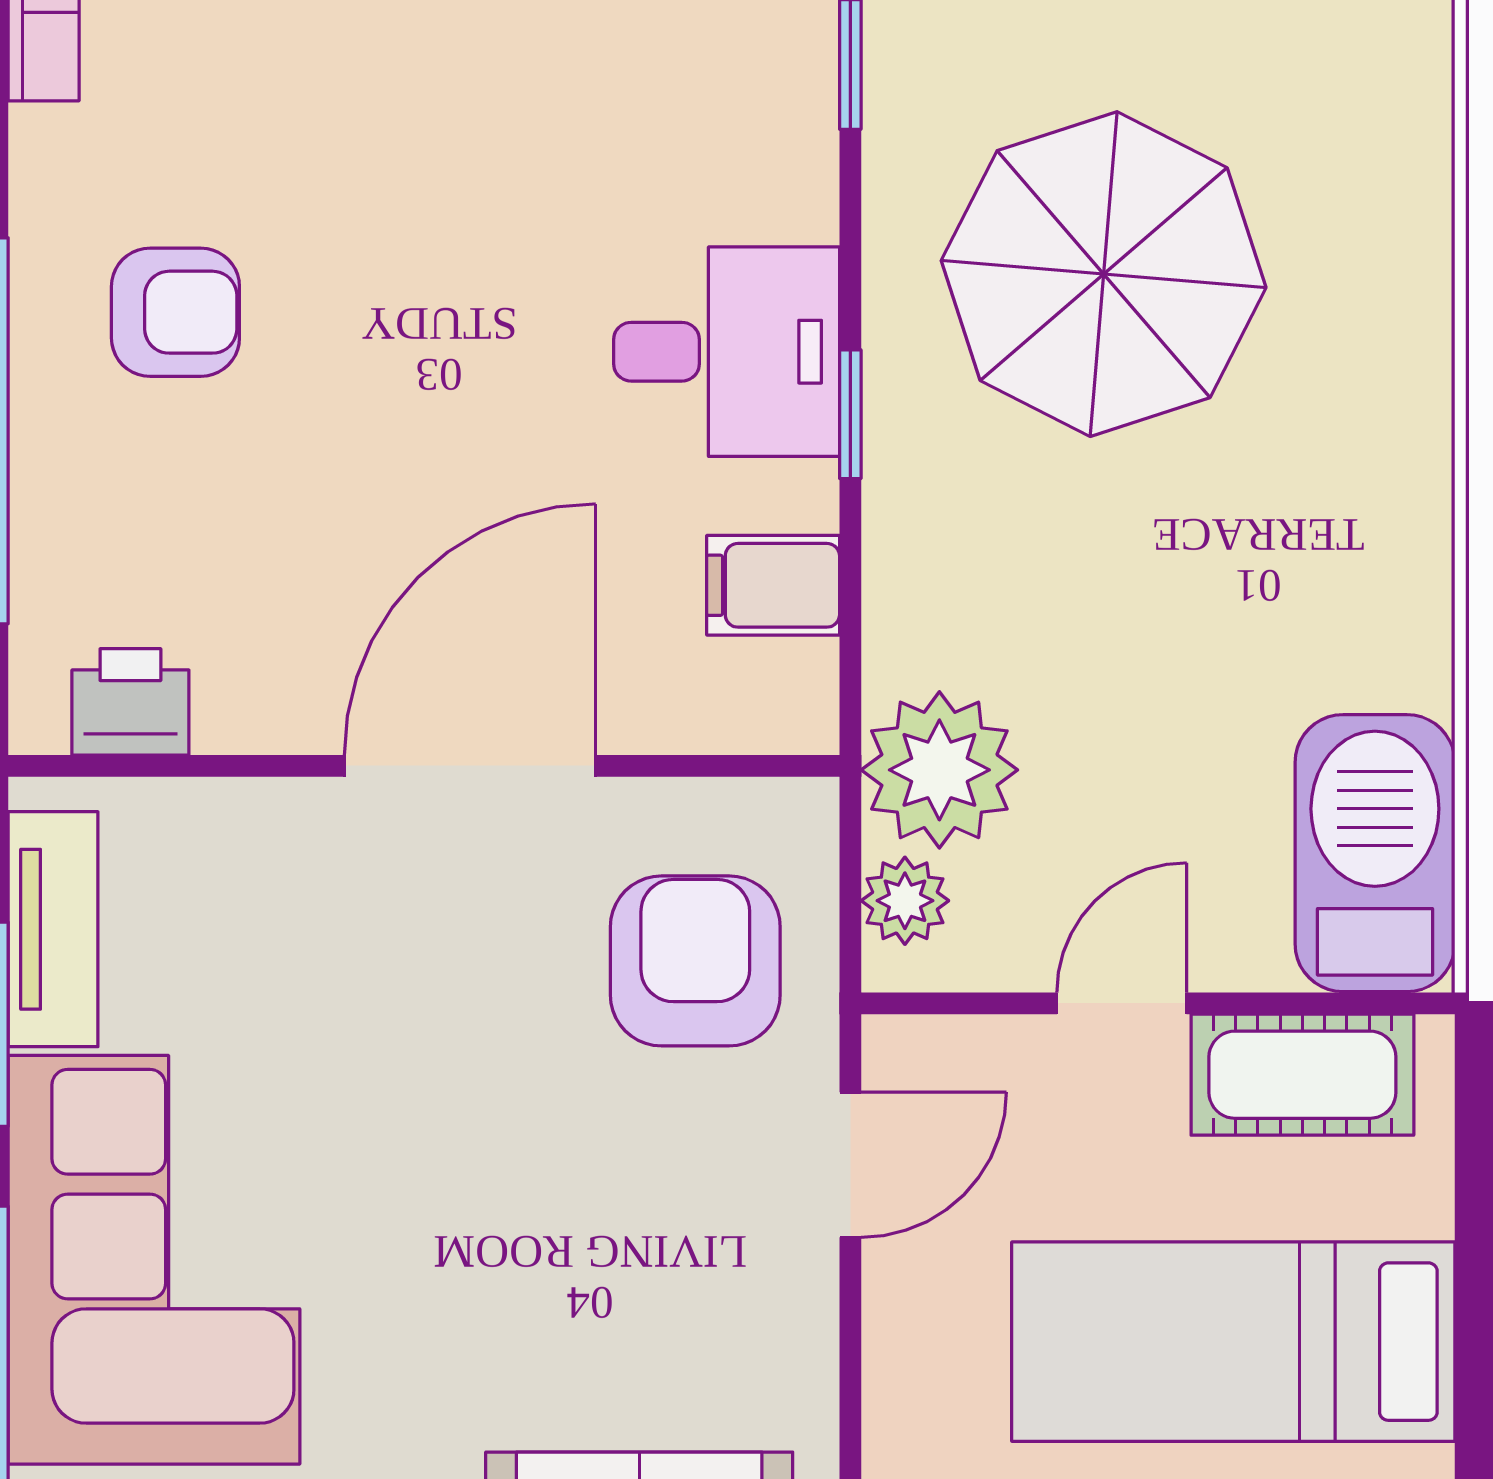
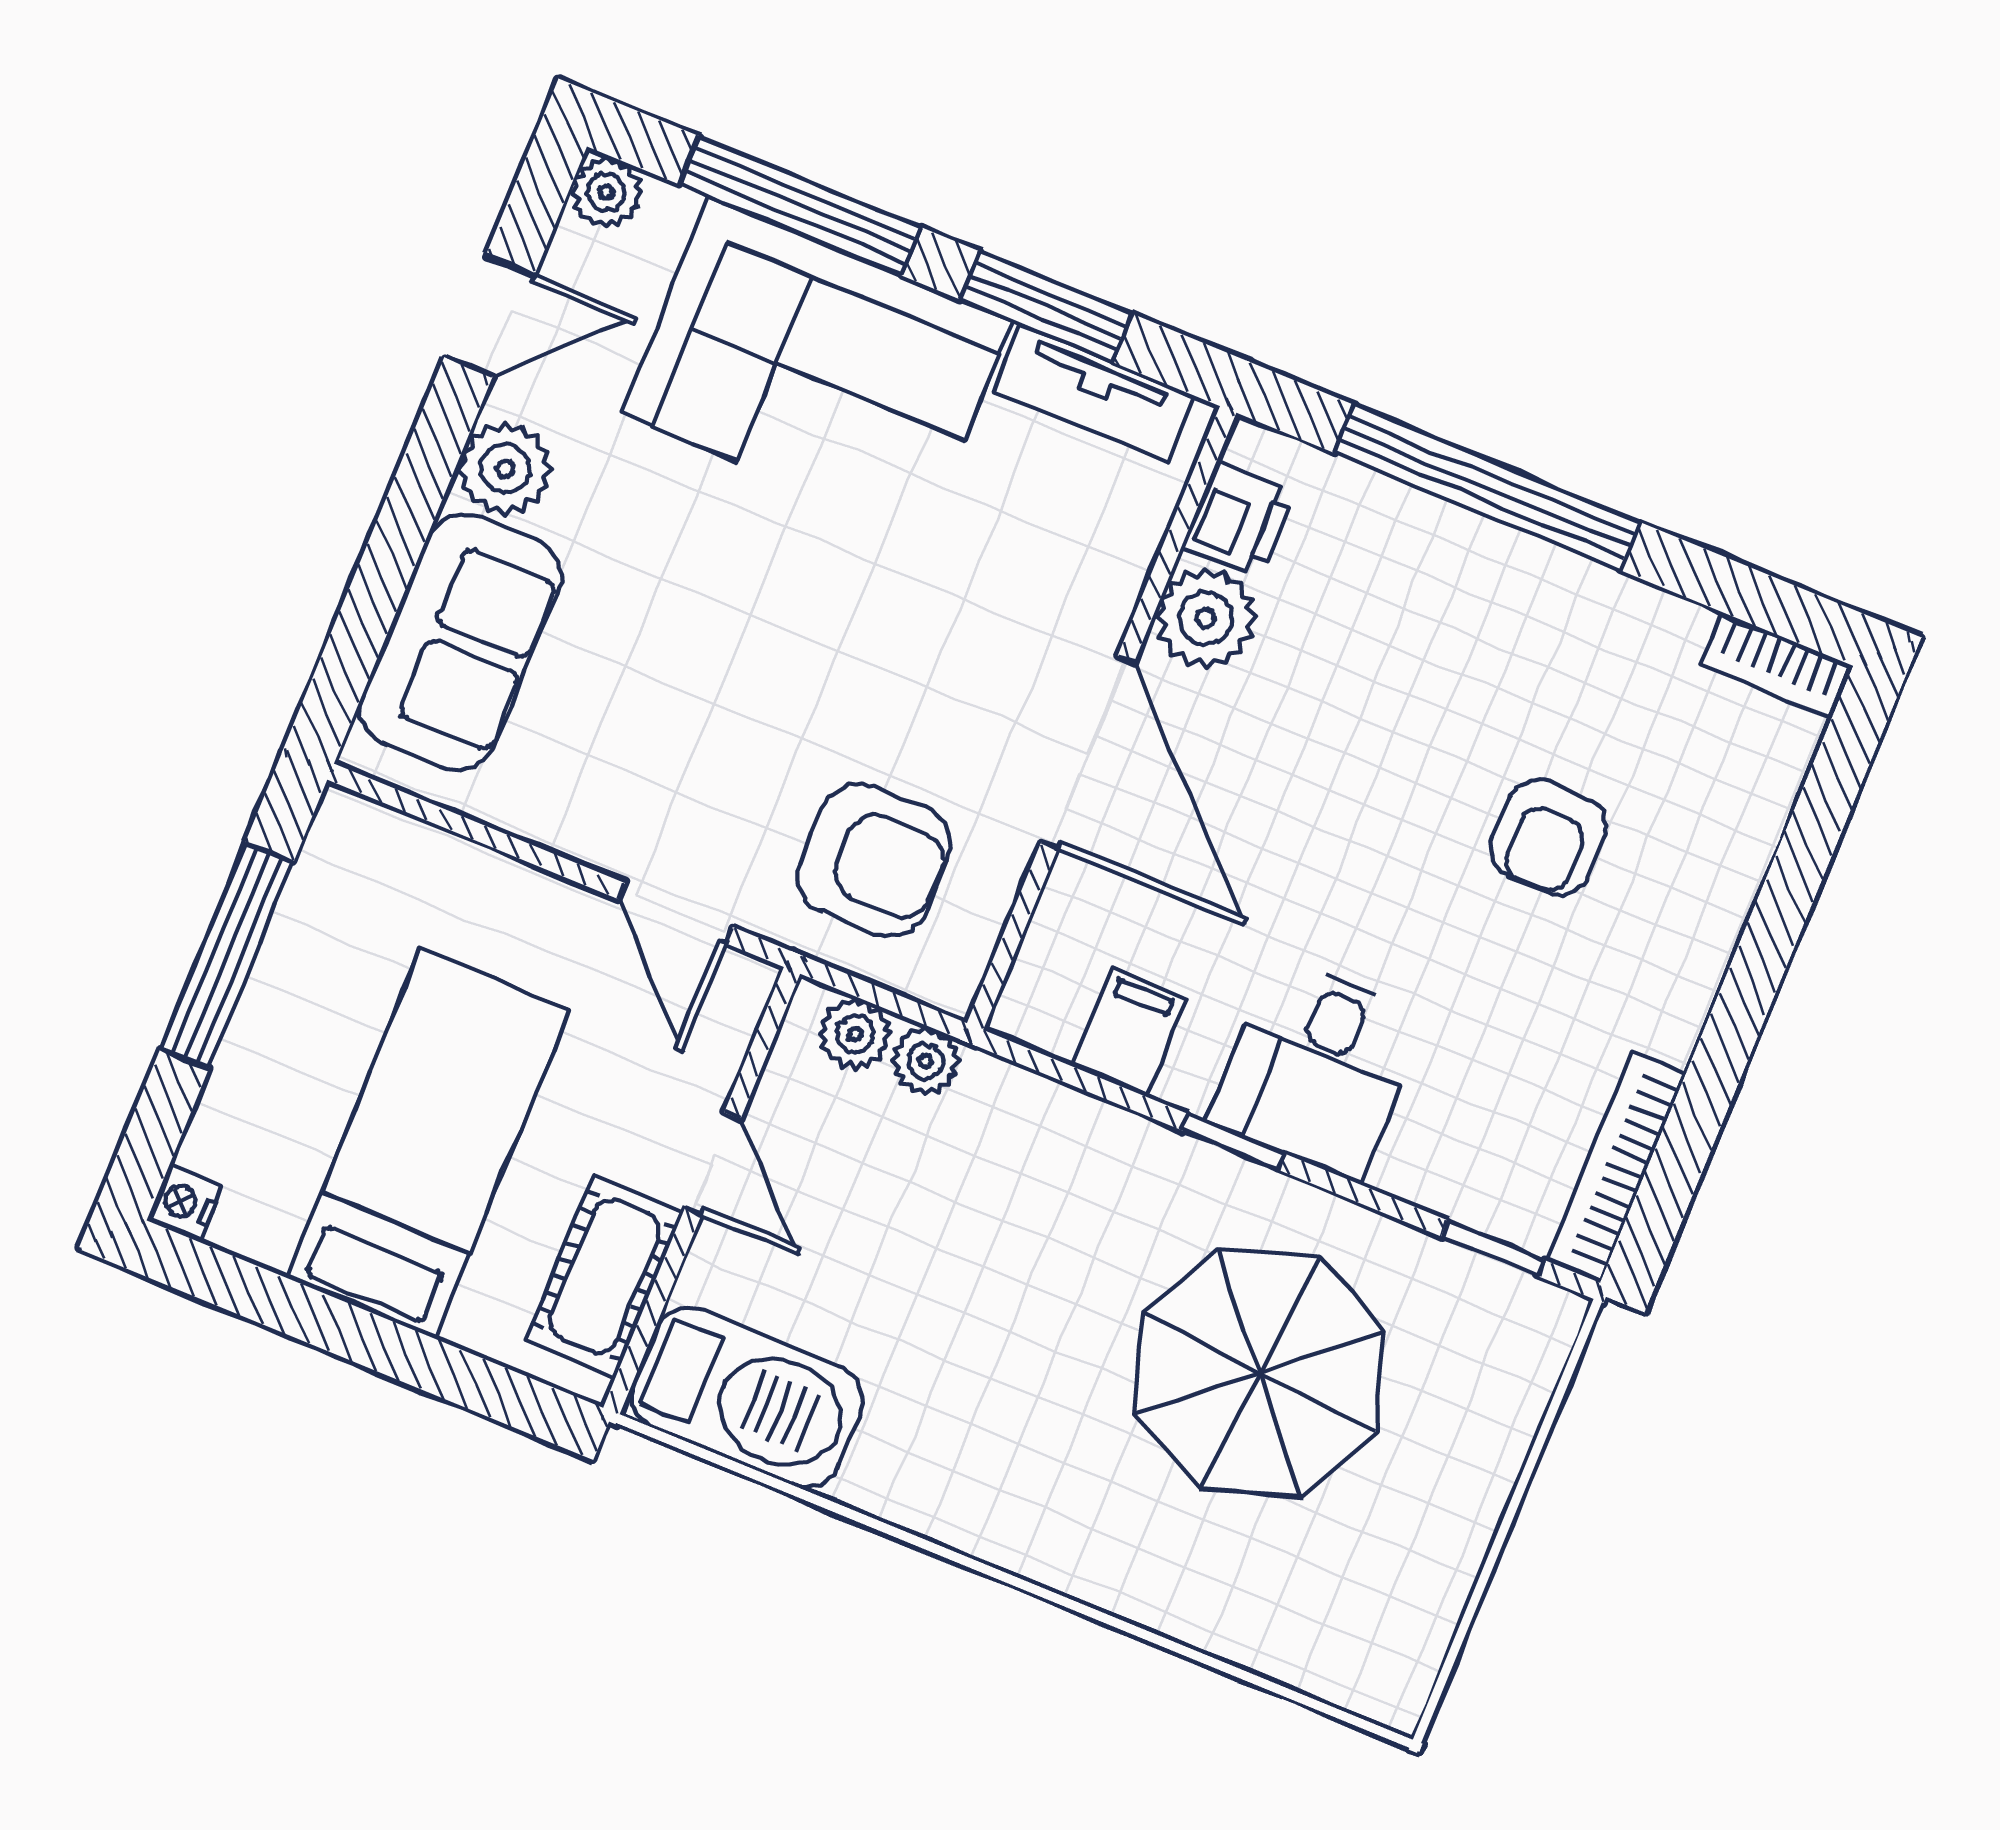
armchair: (175, 312) -> (1549, 838), moved
plant: (260, 693) -> (1206, 618), added
plant: (939, 770) -> (926, 1061), width x0.53, depth x0.53

